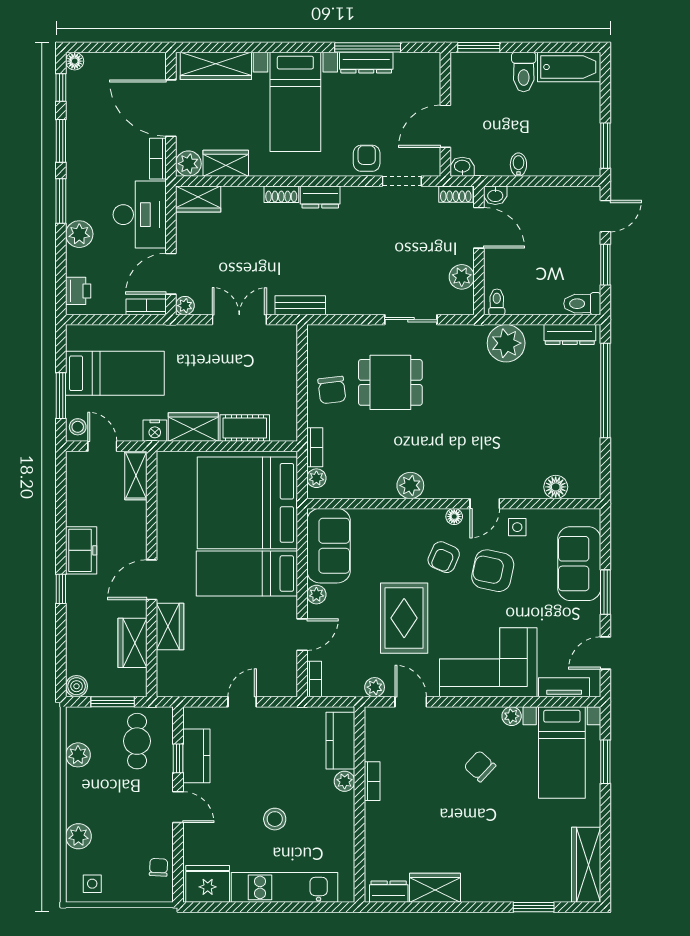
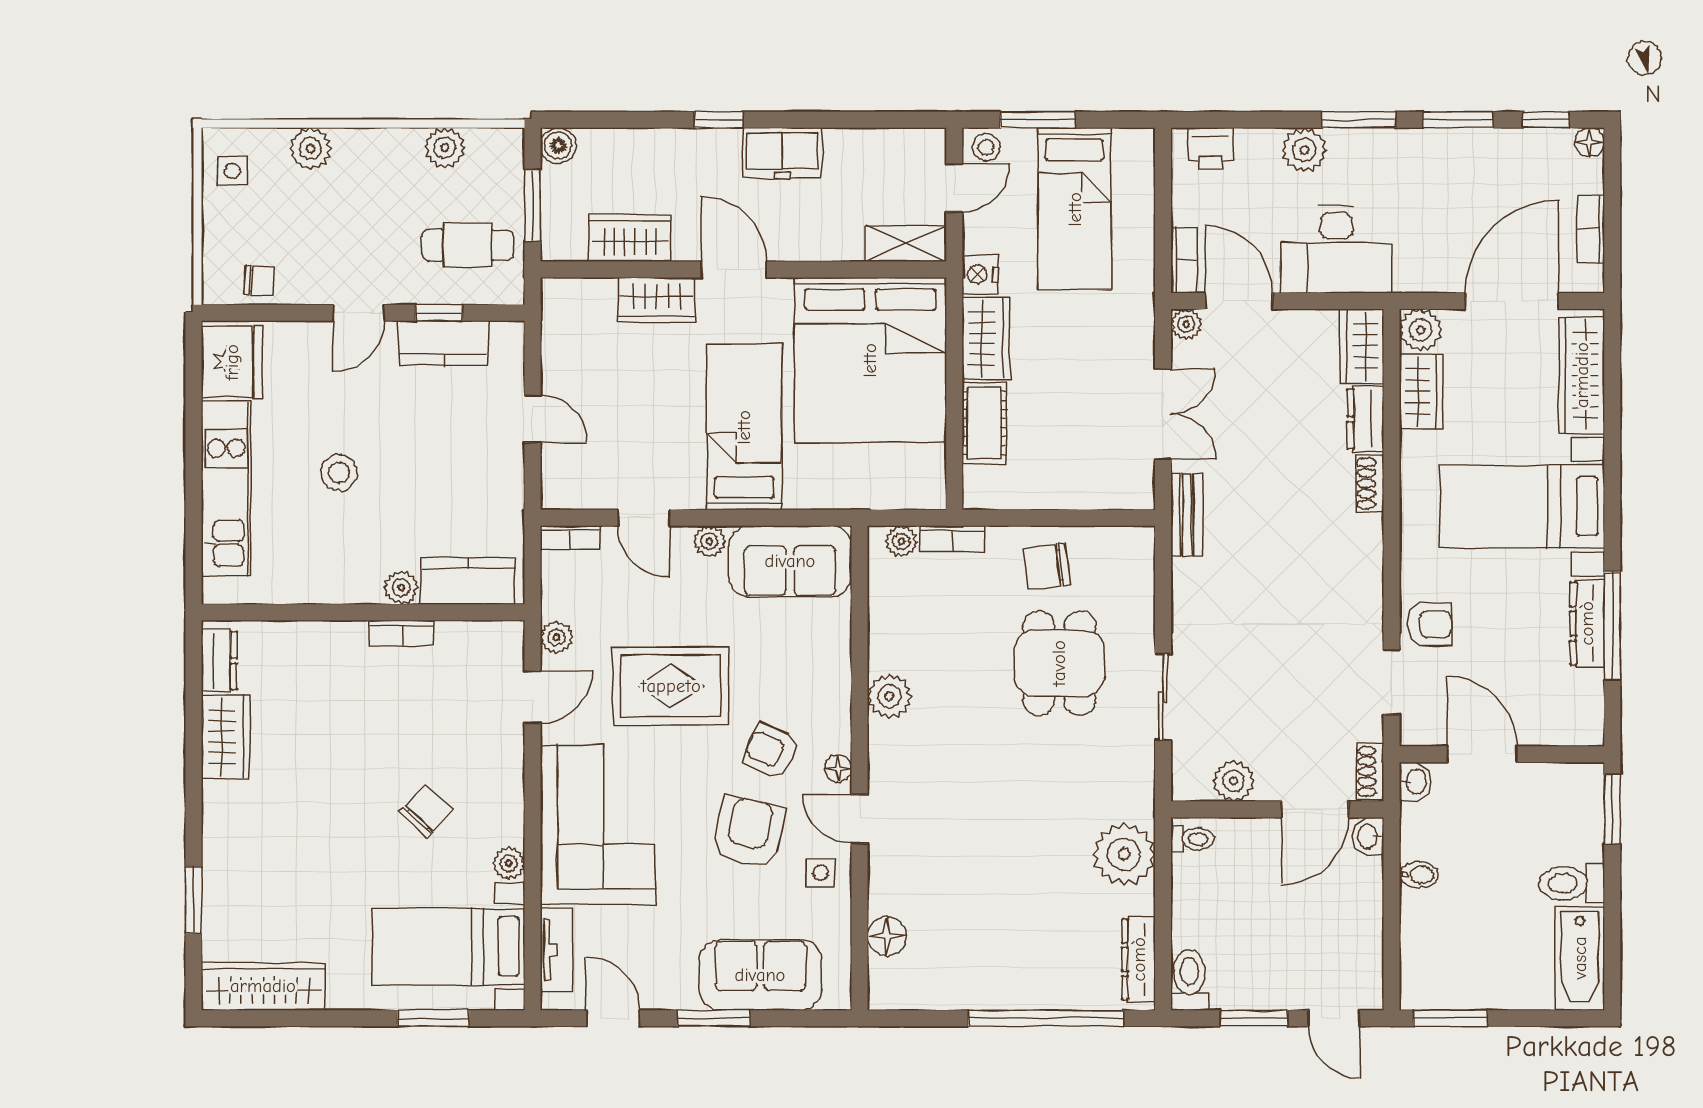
bookcase: (158, 159) -> (1591, 229), moved, turned -90
dresser: (320, 197) -> (1365, 419), moved
bed: (247, 503) -> (870, 360), moved, turned 180

